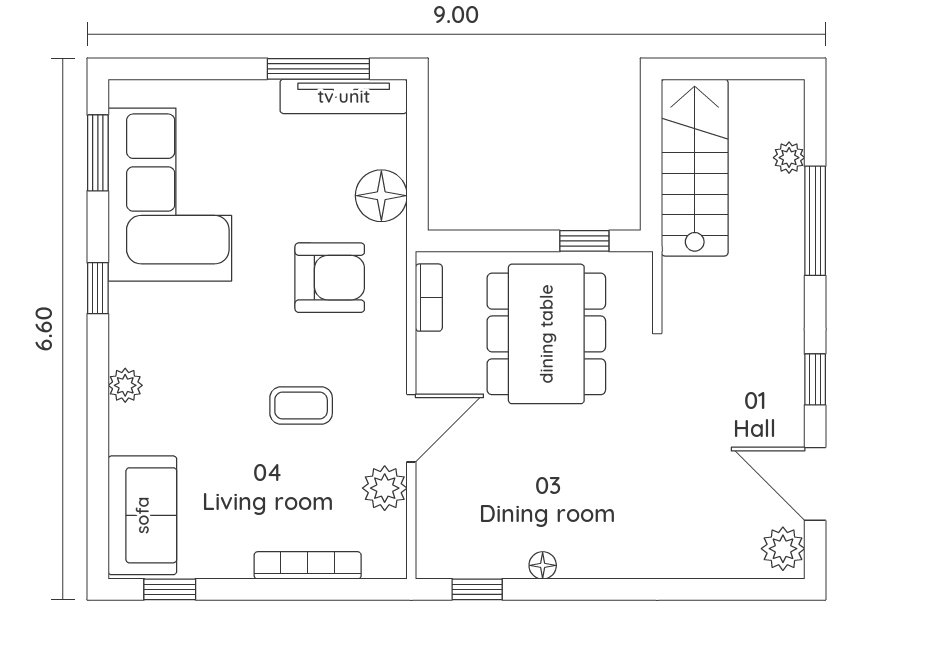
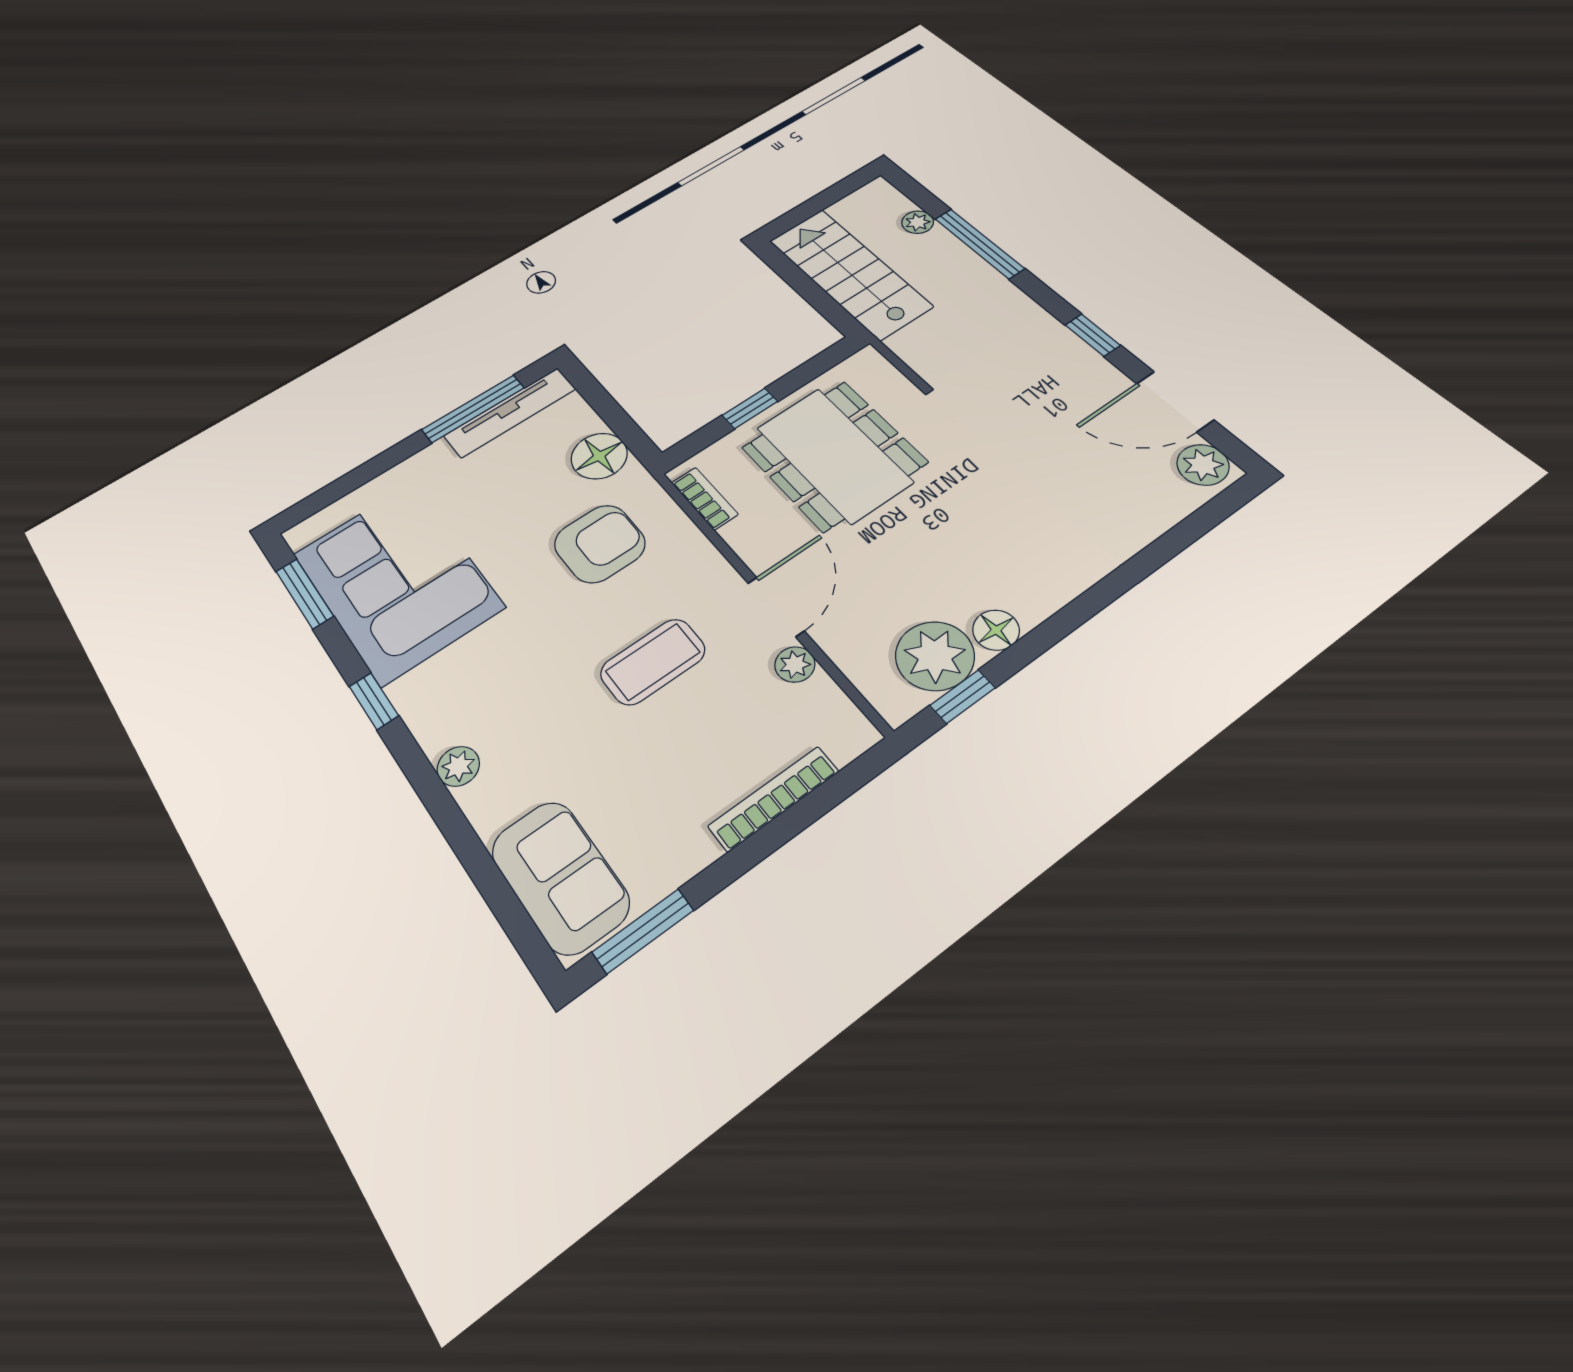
window: (584, 241) -> (750, 408), moved
coffee table: (301, 406) -> (653, 662), width x1.36, depth x1.30
plant: (385, 488) -> (795, 664), width x0.73, depth x0.73
plant: (484, 547) -> (935, 656), added
floor lamp: (543, 565) -> (996, 630), width x1.37, depth x1.37
window: (170, 589) -> (643, 931), width x1.50

